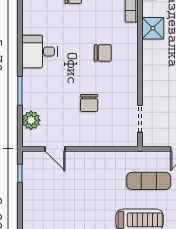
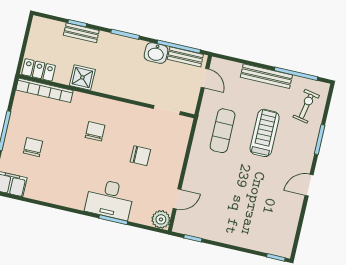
desk: (39, 51) -> (110, 199), moved, width x1.37
plant: (31, 120) -> (161, 219), moved
exercise mat: (149, 181) -> (223, 131), moved

